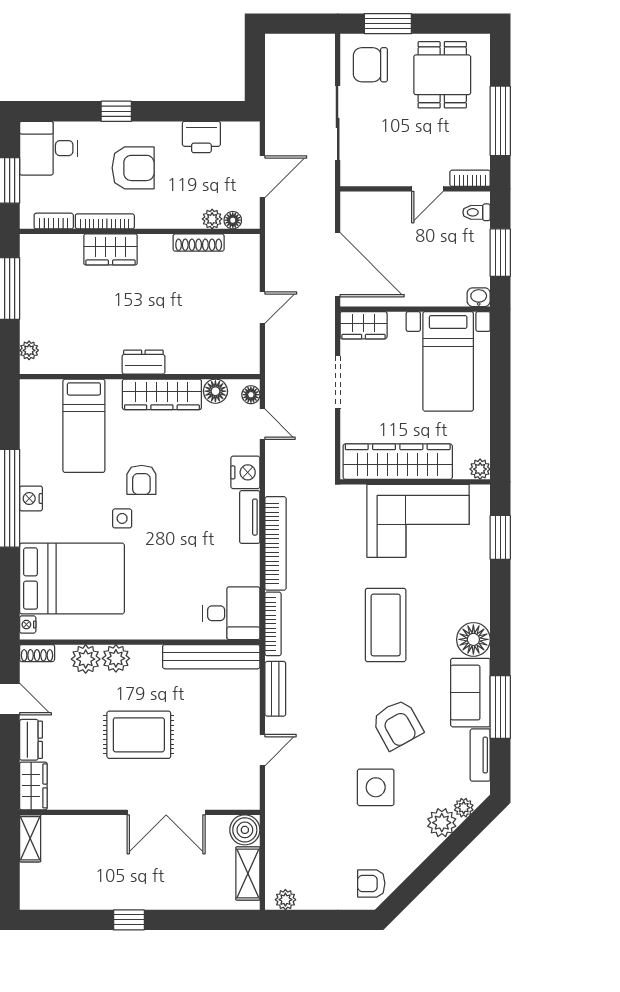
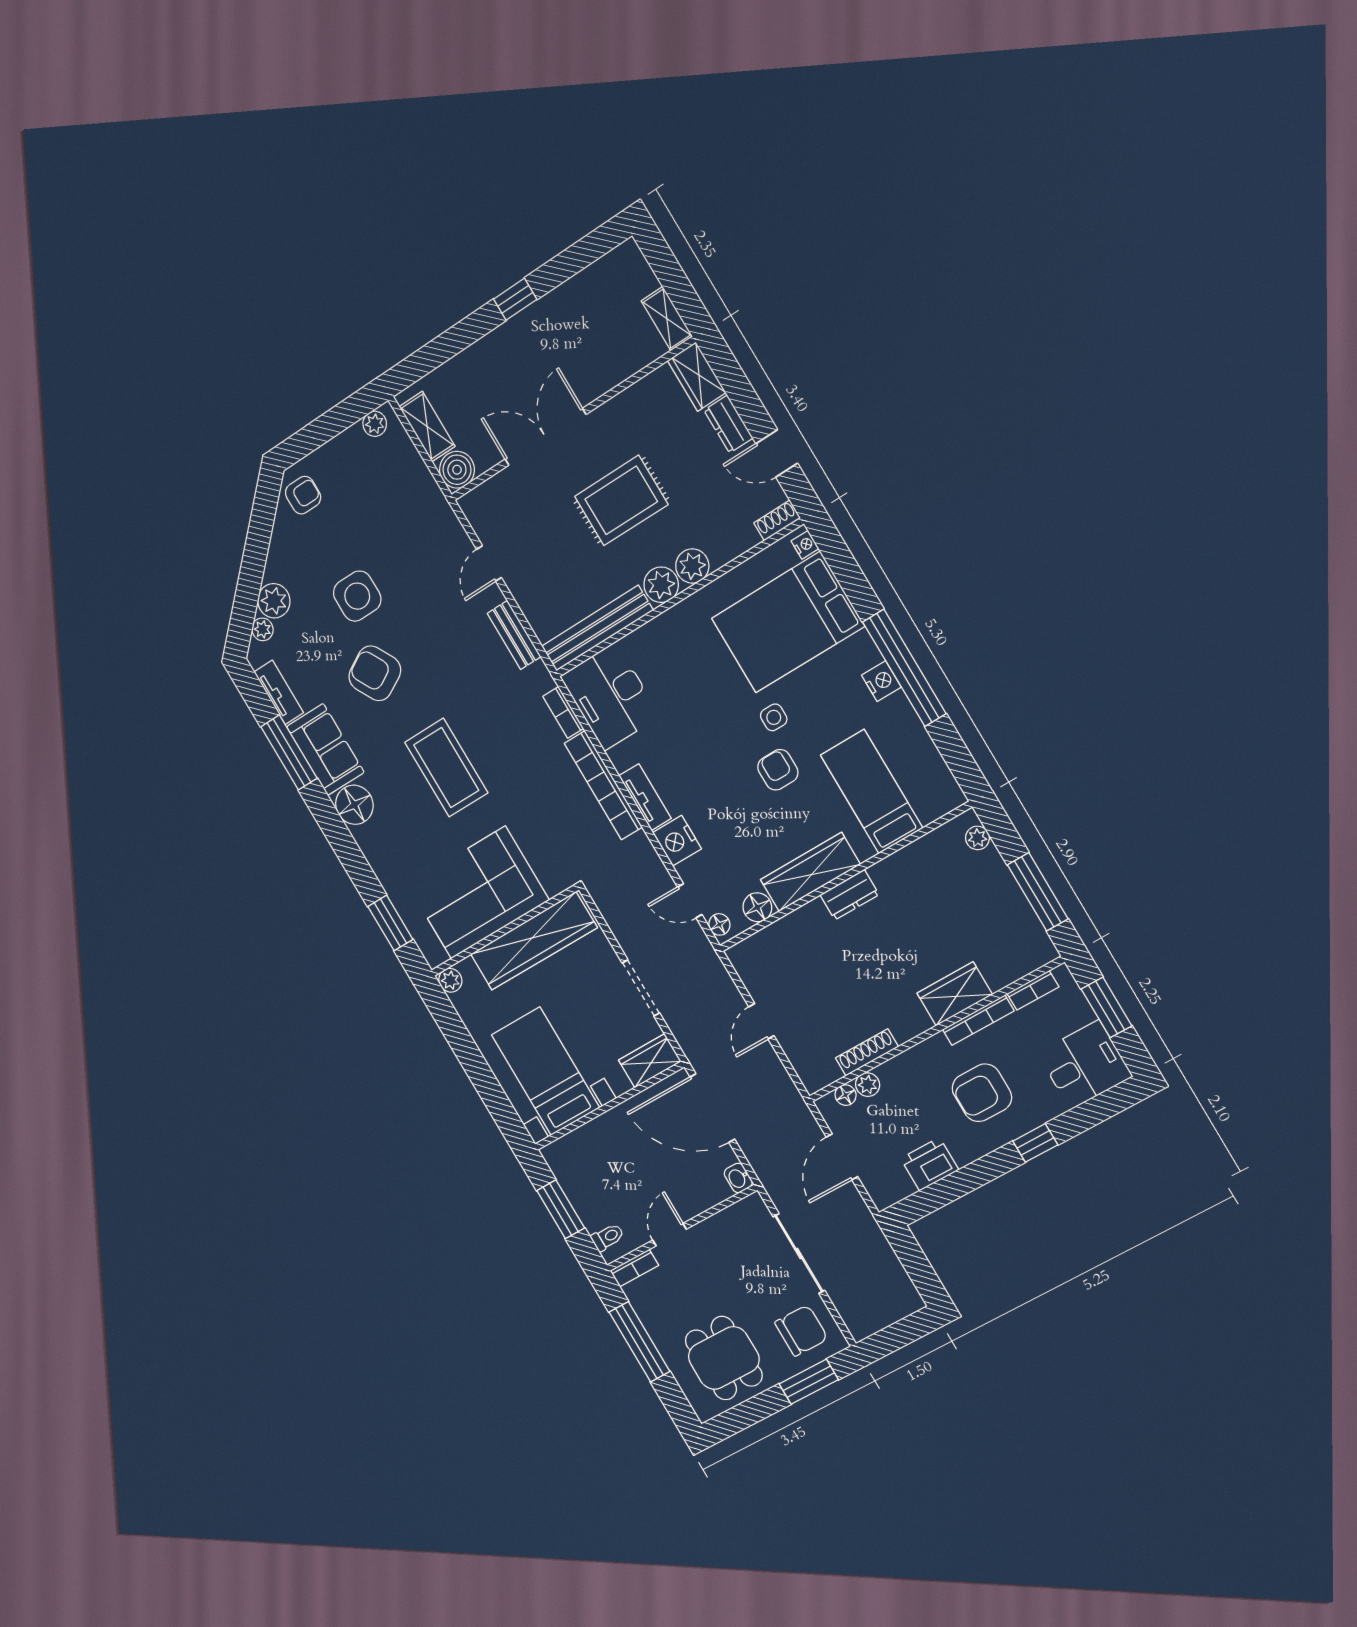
washbasin: (479, 297) -> (738, 1178), moved, turned 90
desk: (231, 613) -> (610, 696), width x1.37
bookcase: (273, 624) -> (563, 712), width x0.64
plant: (86, 659) -> (661, 585), moved

